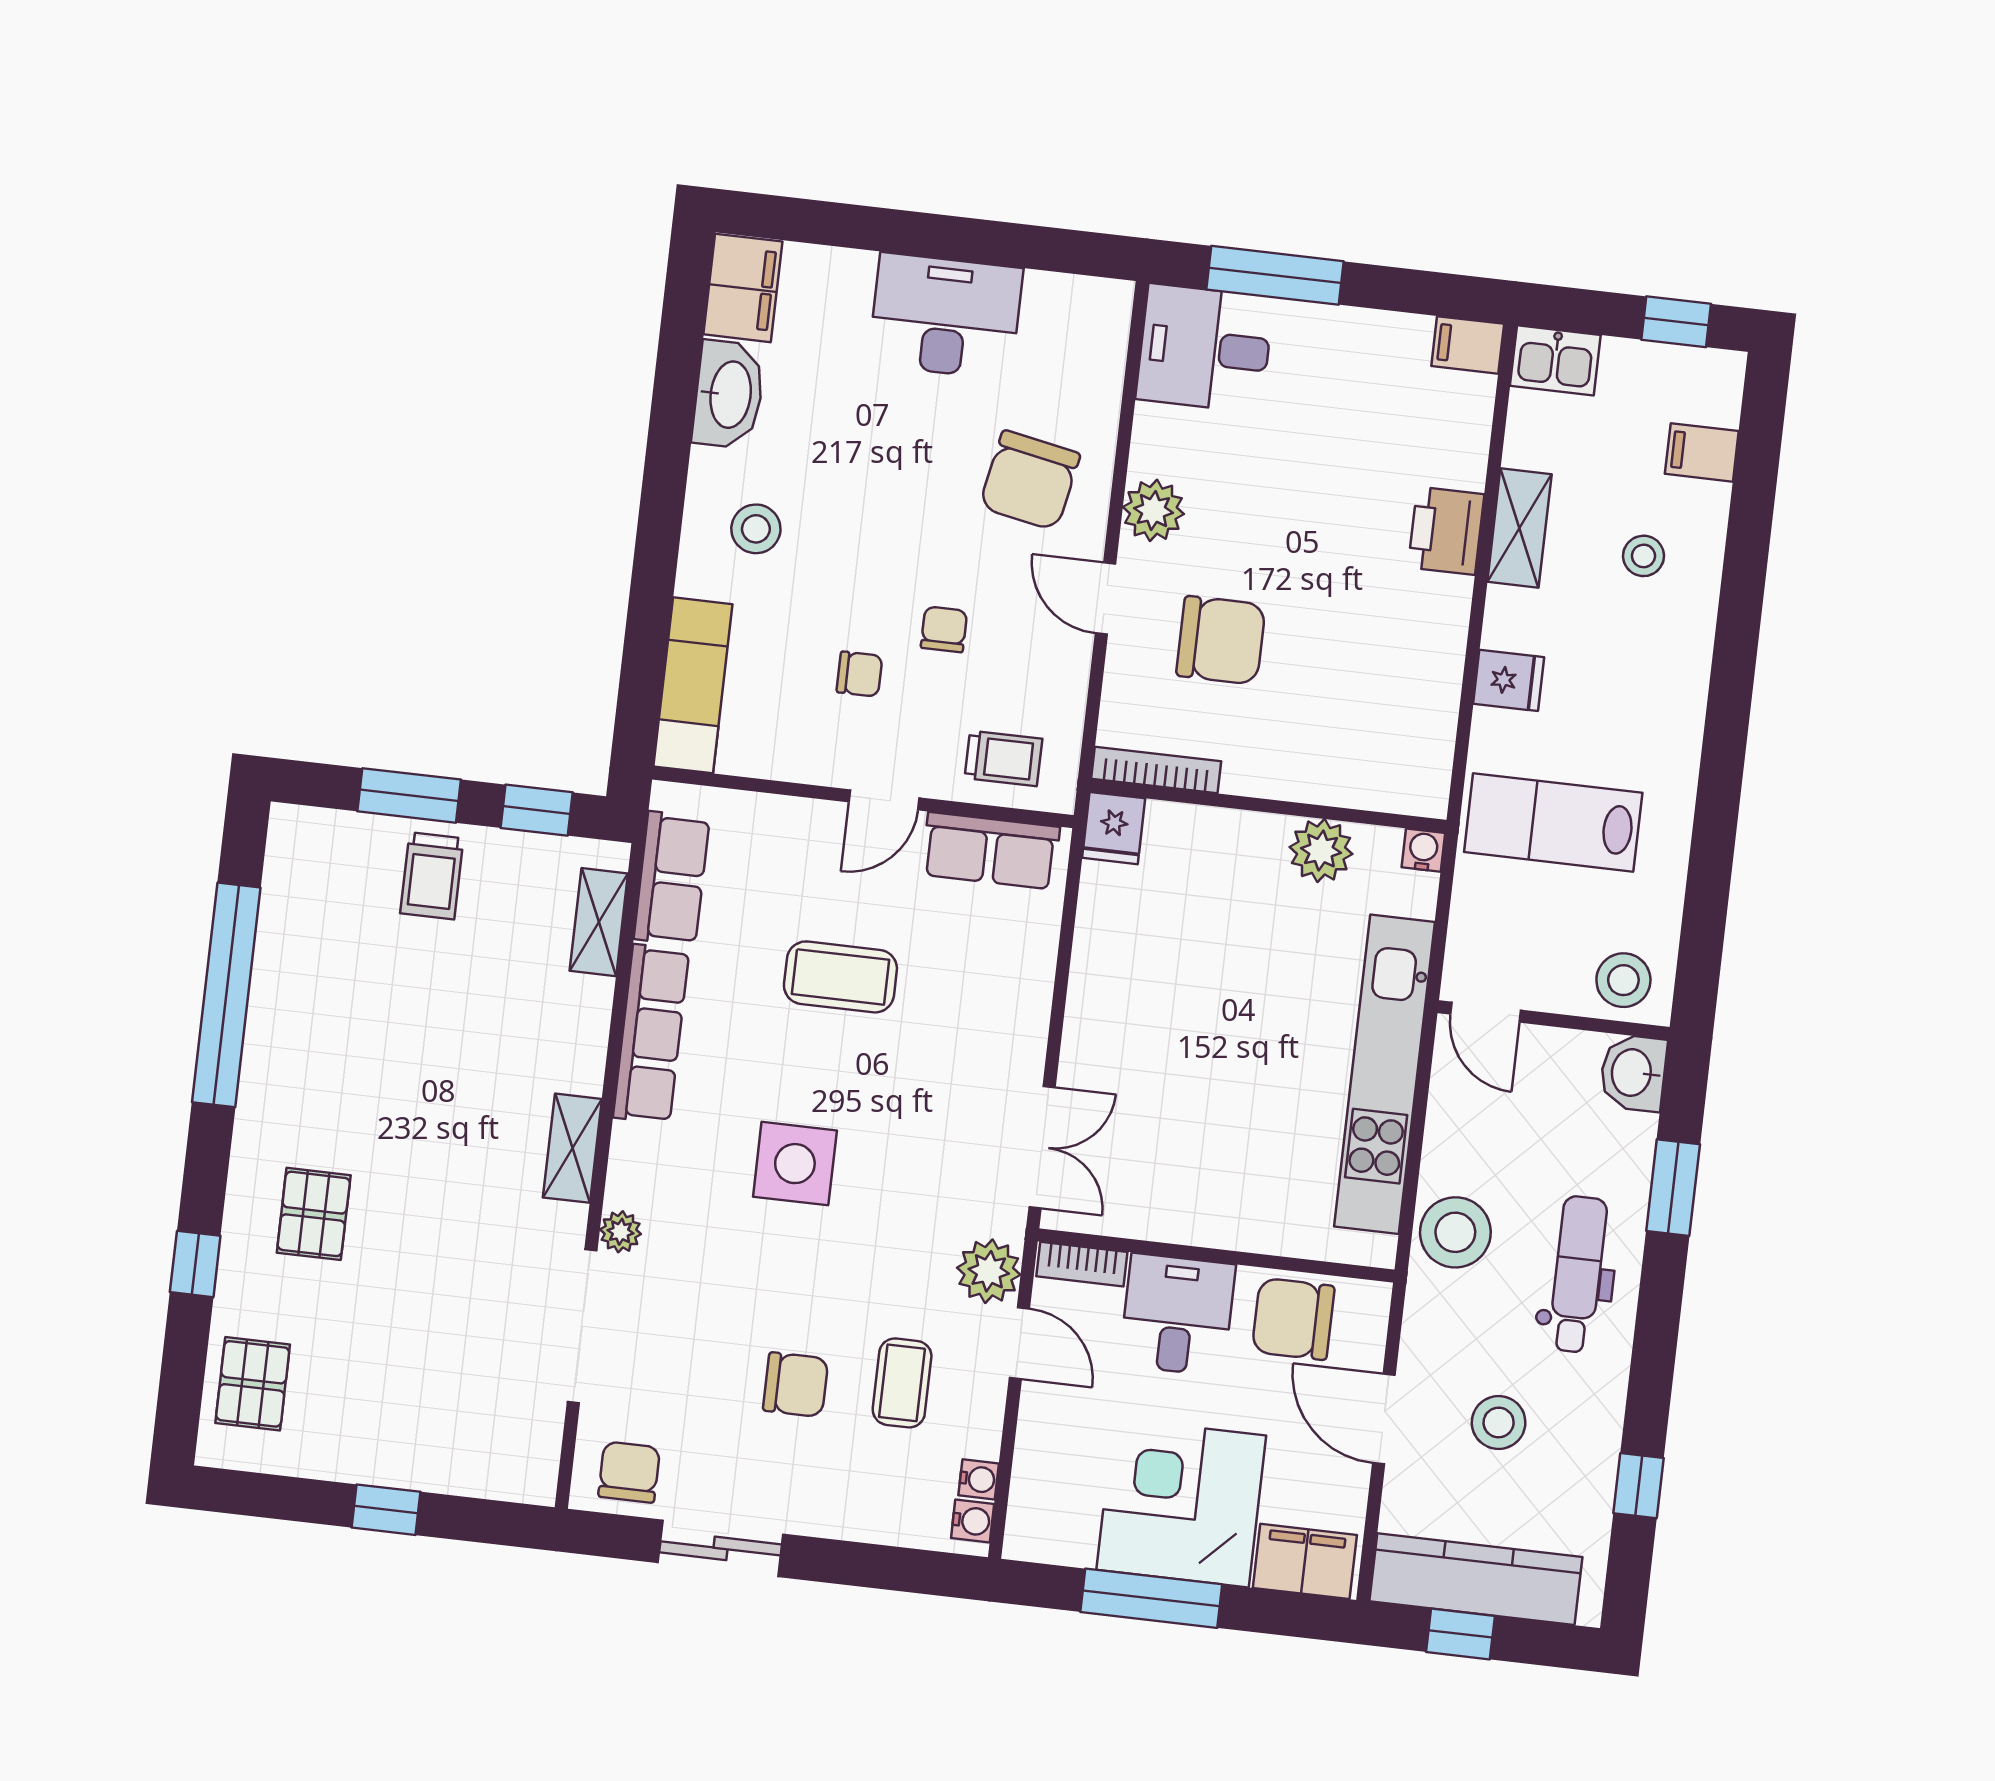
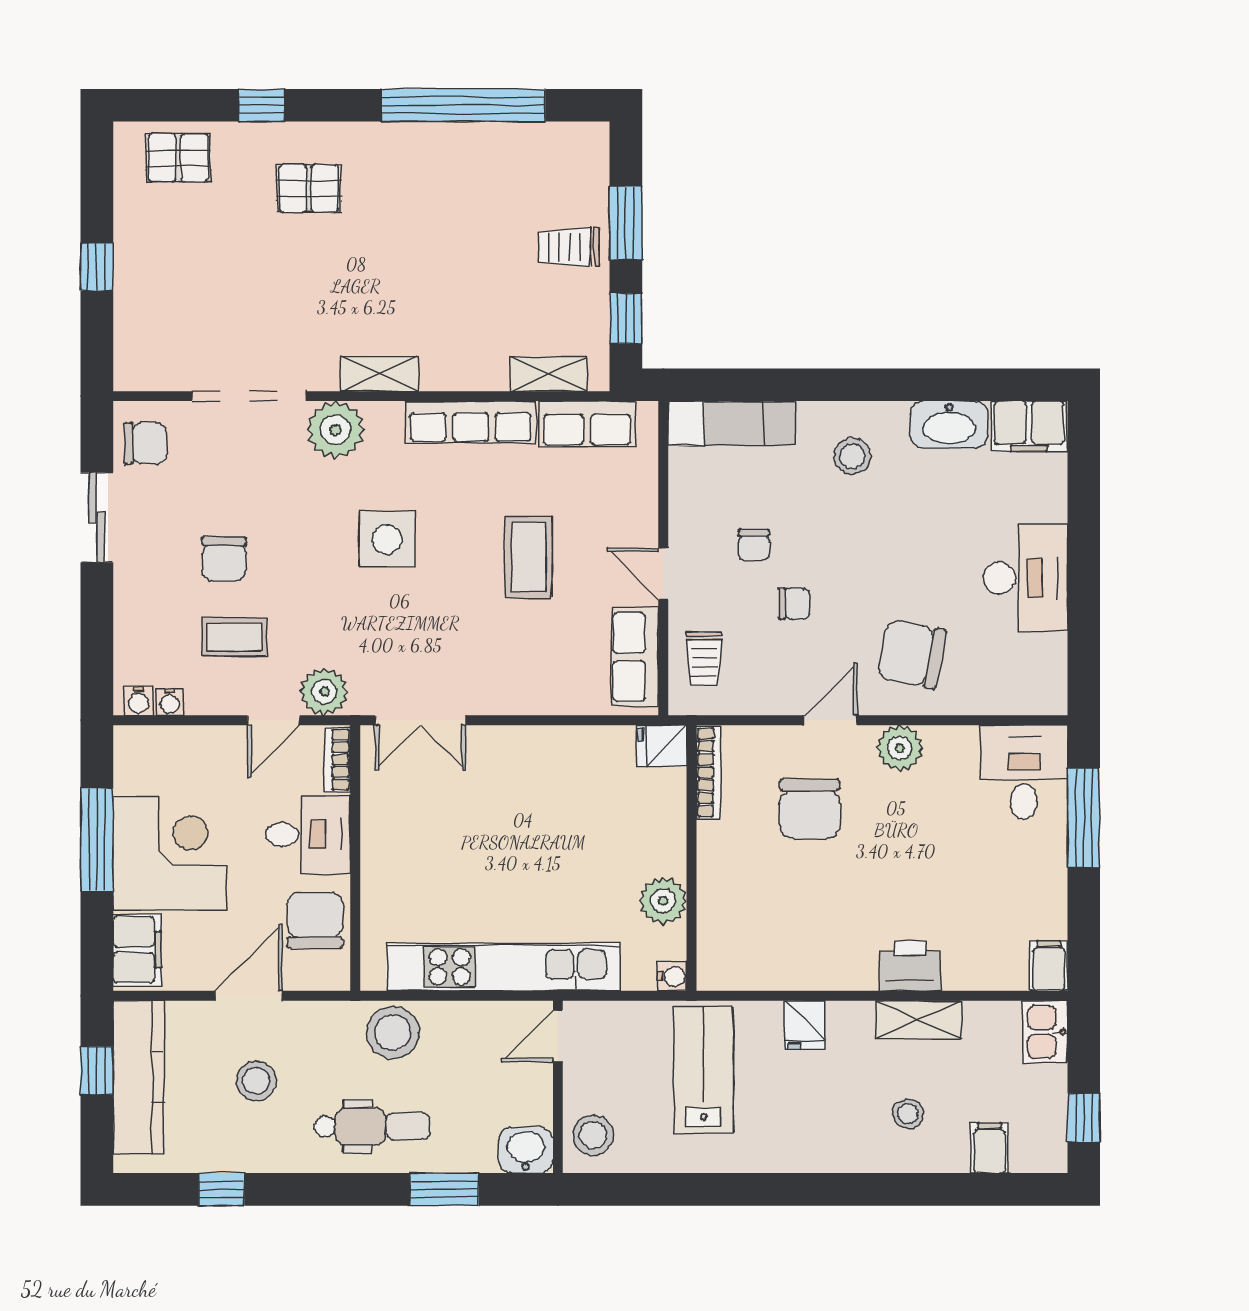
plant: (621, 1232) -> (335, 430), width x1.87, depth x1.87

